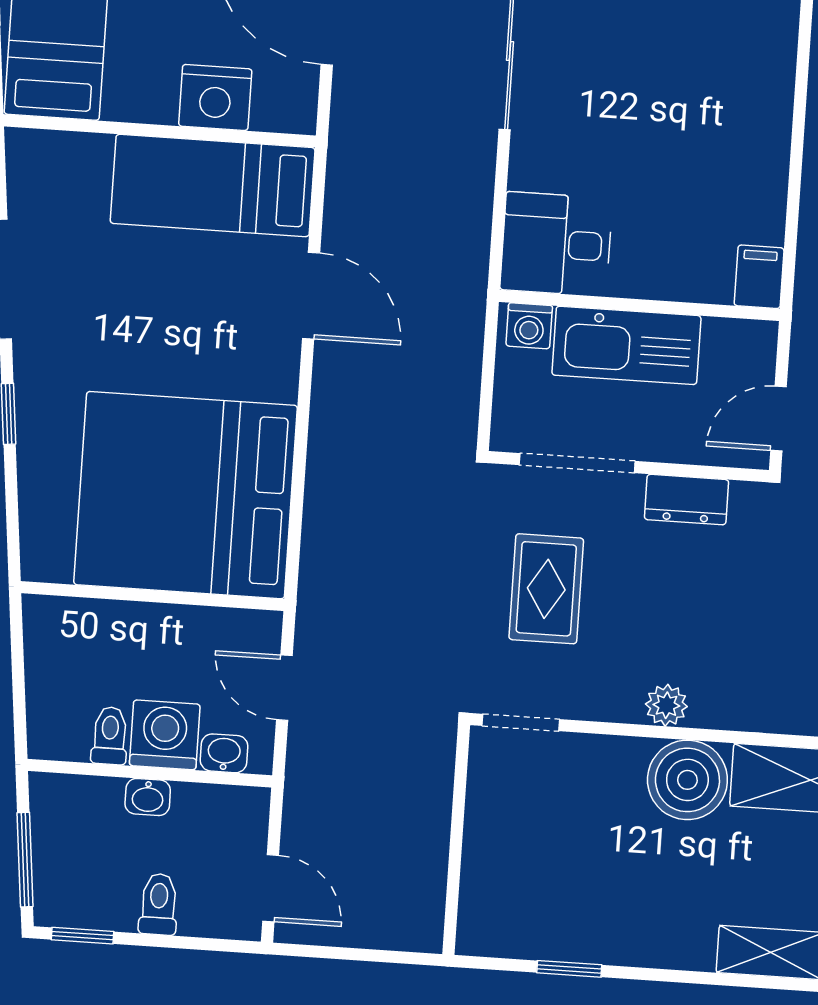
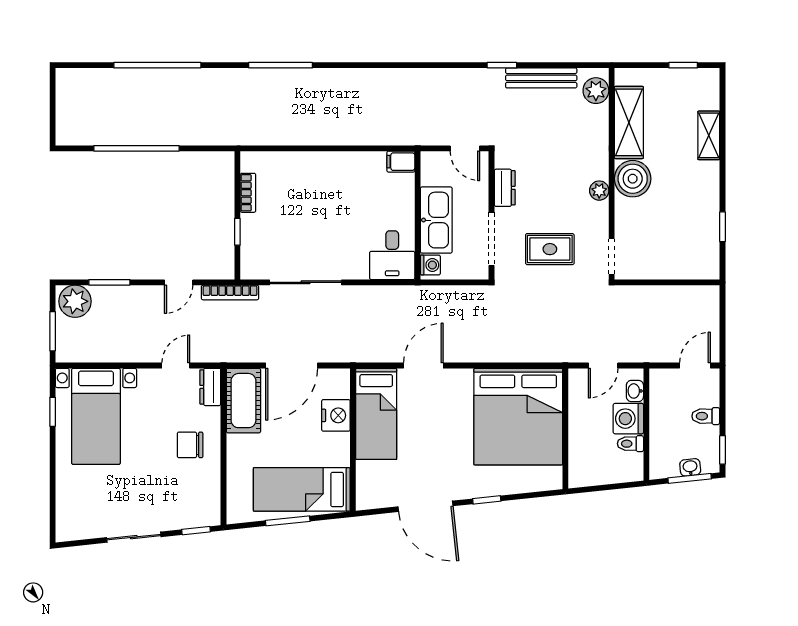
washbasin: (148, 797) -> (690, 467), moved, turned -96

